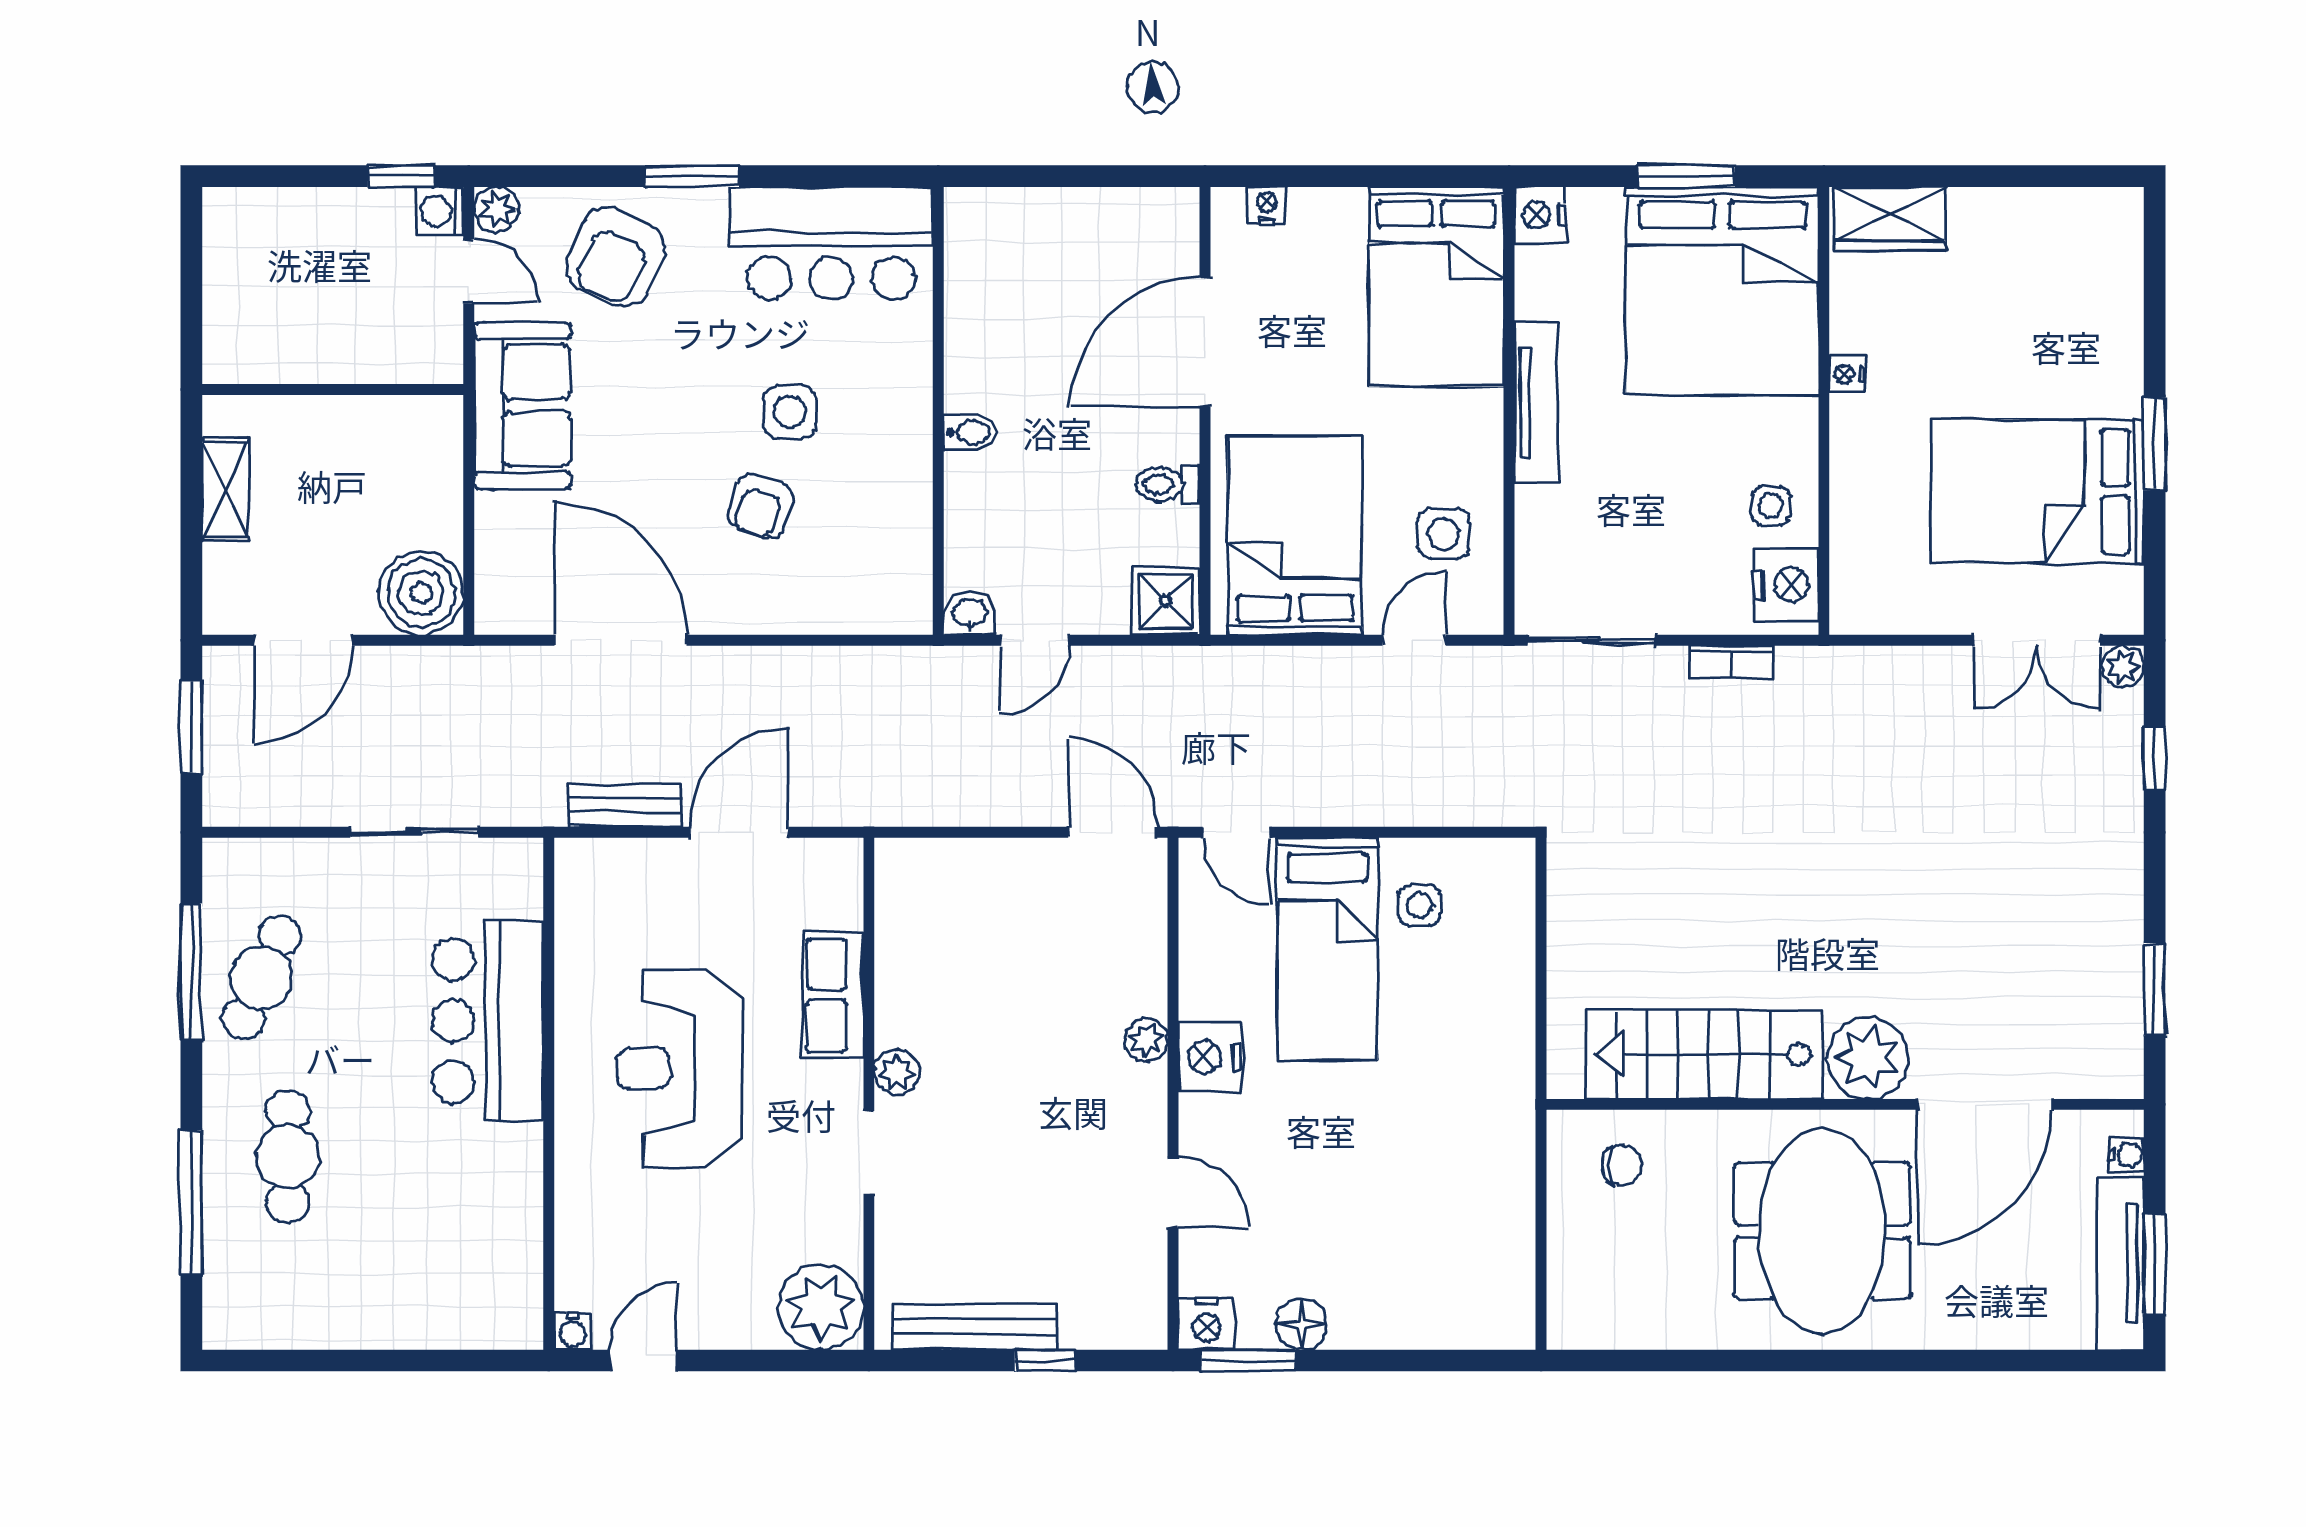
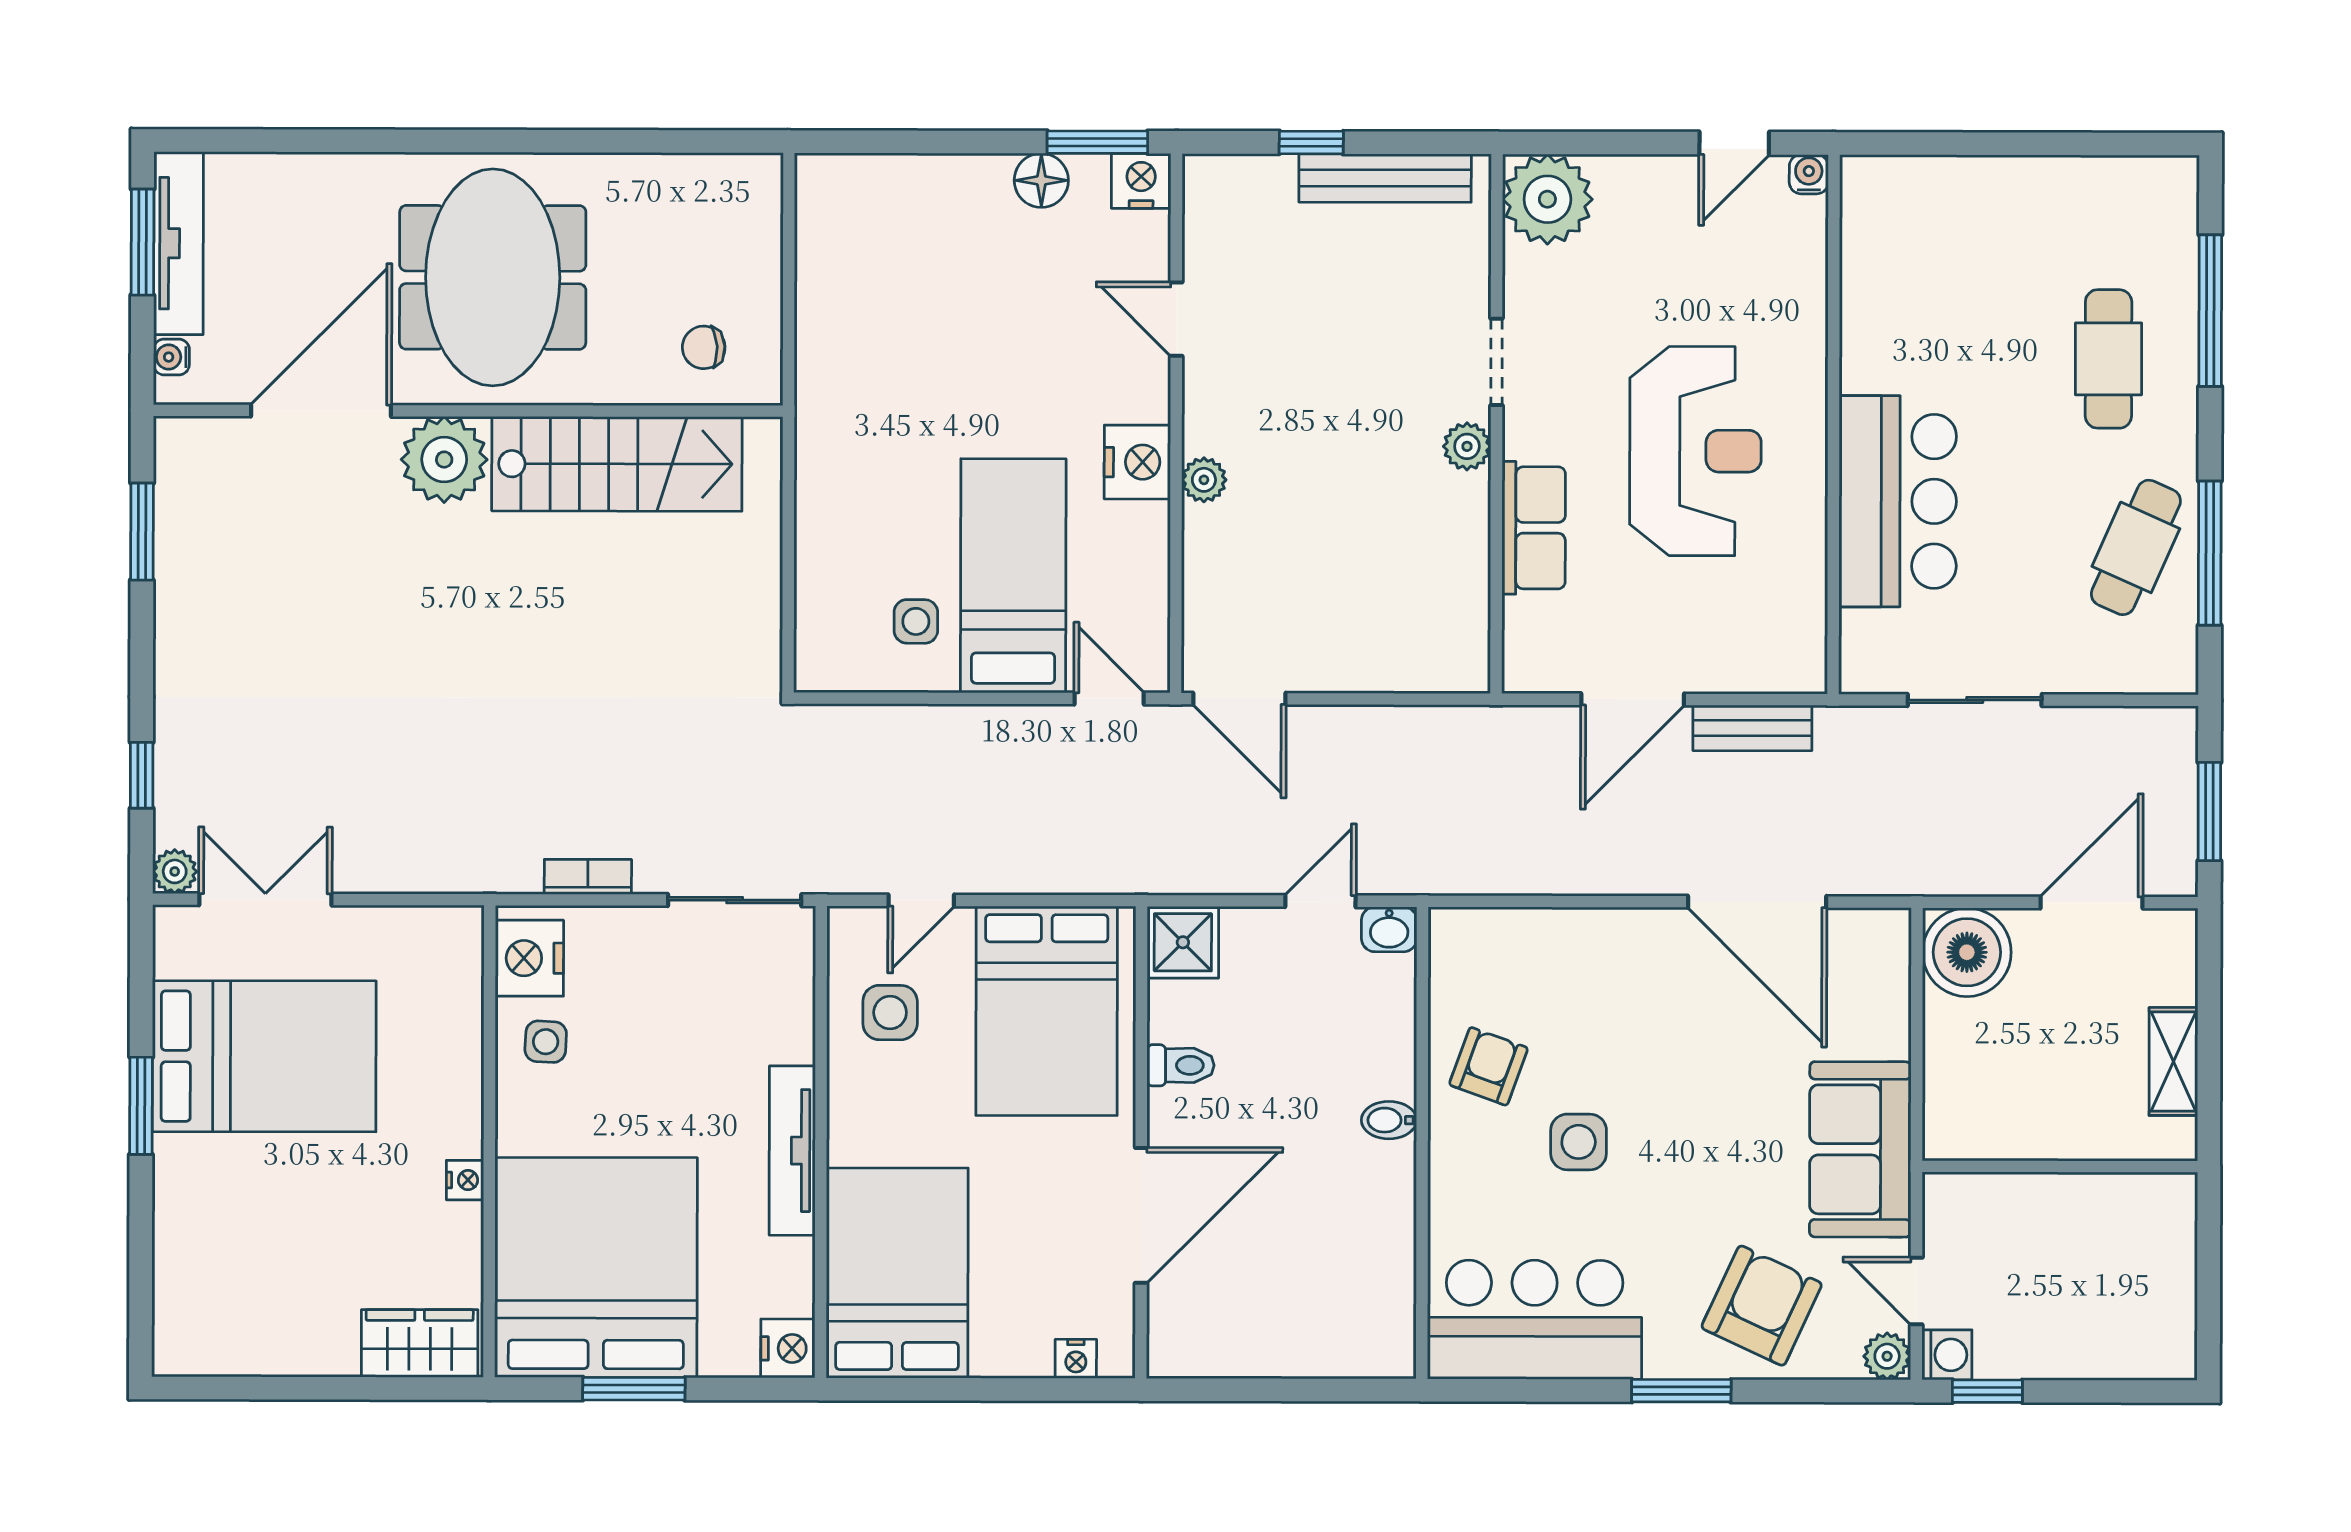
armchair: (760, 506) -> (1488, 1066), moved

